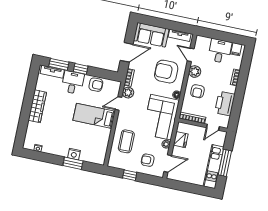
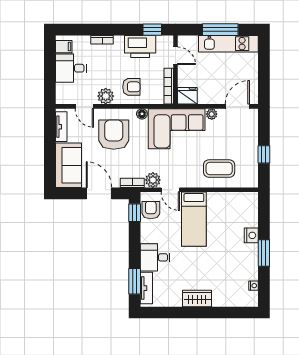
door: (191, 55) -> (84, 106), hinge flipped
window: (81, 69) -> (135, 213), moved
armchair: (166, 72) -> (114, 135), turned 180
armchair: (96, 85) -> (151, 210), moved
wardrobe: (37, 106) -> (197, 298), width x0.67
window: (235, 115) -> (152, 30), added
fridge: (181, 140) -> (187, 96), moved
armchair: (148, 160) -> (238, 134), removed
window: (73, 163) -> (264, 253), moved
door: (168, 164) -> (237, 106), hinge flipped

